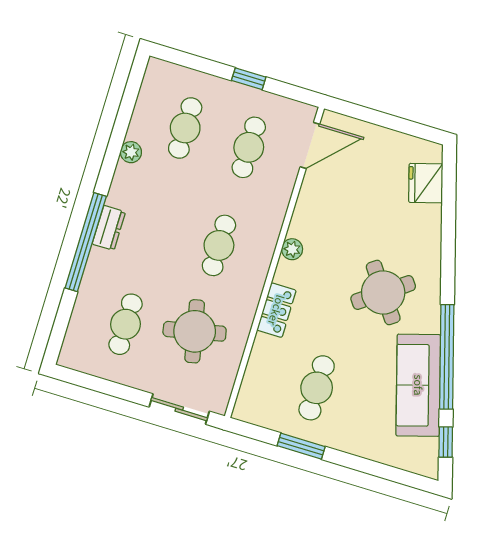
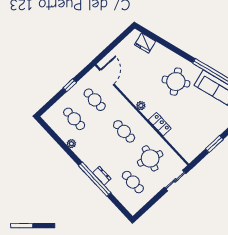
dresser: (109, 228) -> (102, 176), moved
round table: (195, 331) -> (150, 158), turned 30
cafe table: (317, 388) -> (196, 126), removed

